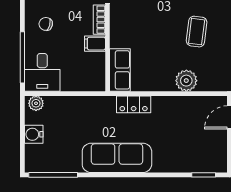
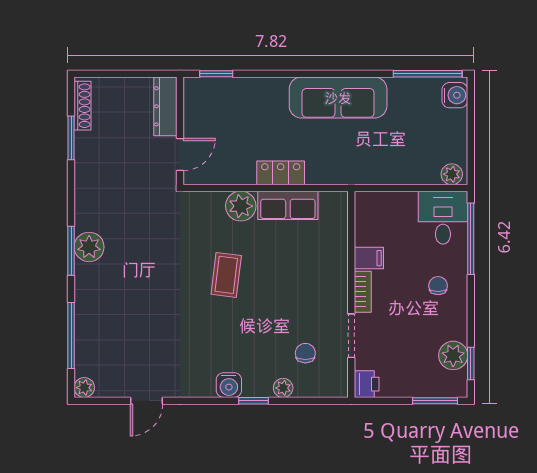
chair: (46, 24) -> (438, 286), turned -105
row of seats: (120, 70) -> (288, 205), moved, turned -90
locker: (134, 104) -> (281, 173), moved
water cooler: (34, 134) -> (455, 95), moved

